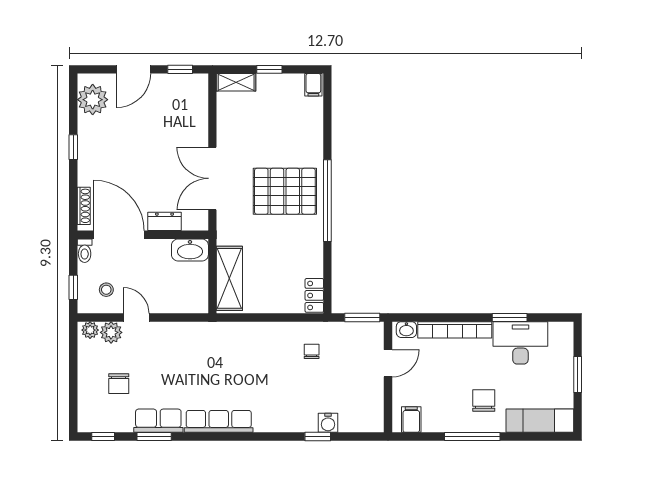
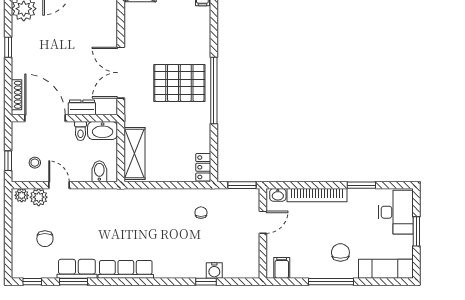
toilet: (85, 251) -> (80, 131), moved
bidet: (186, 300) -> (99, 171), added
desk: (520, 343) -> (396, 212), moved, turned 90

